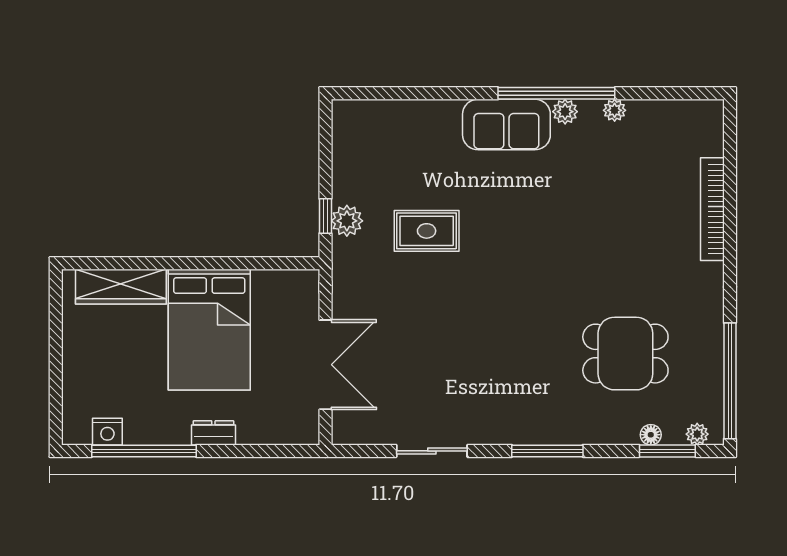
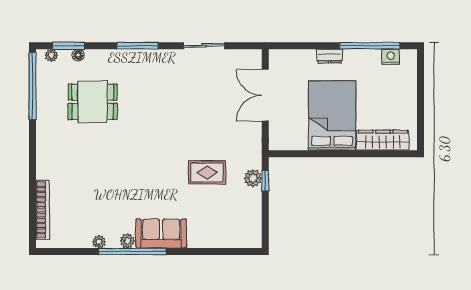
bookcase: (712, 209) -> (43, 210), moved

